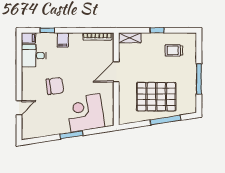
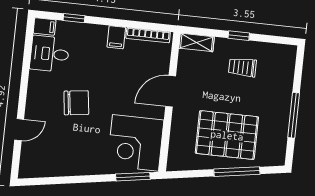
filing cabinet: (63, 40) -> (116, 37), moved
trolley: (174, 50) -> (242, 67), moved
corner desk: (85, 113) -> (136, 143), moved, turned -81
window: (71, 135) -> (133, 177), moved

